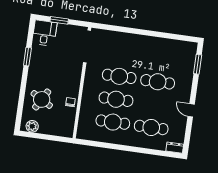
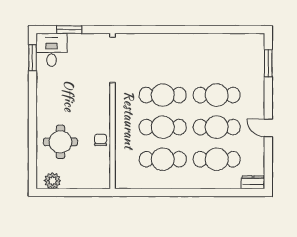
window: (27, 57) -> (33, 58), moved
round table: (42, 99) -> (60, 142), turned -30
cafe table: (154, 105) -> (217, 127), added

